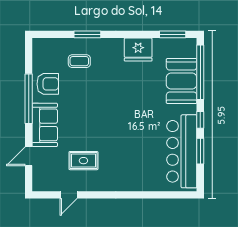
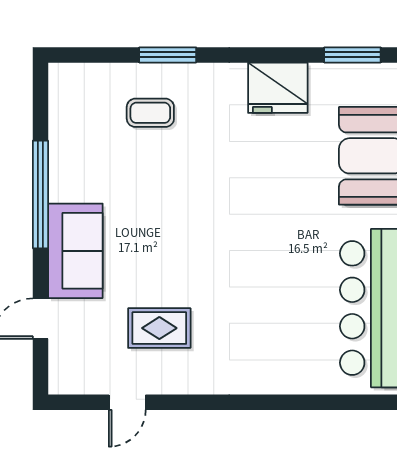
armchair: (48, 84) -> (82, 162), removed

